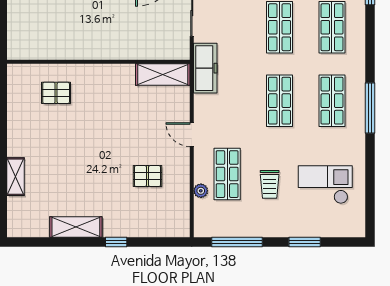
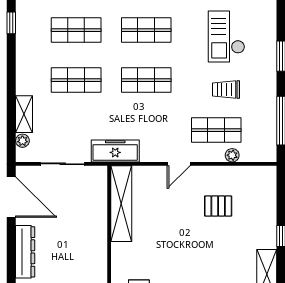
shelving: (163, 75) -> (121, 204), width x1.47
pallet: (147, 176) -> (218, 206), turned 90
trolley: (270, 184) -> (226, 89), turned 180

